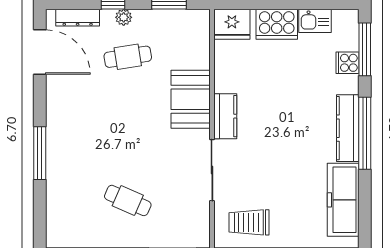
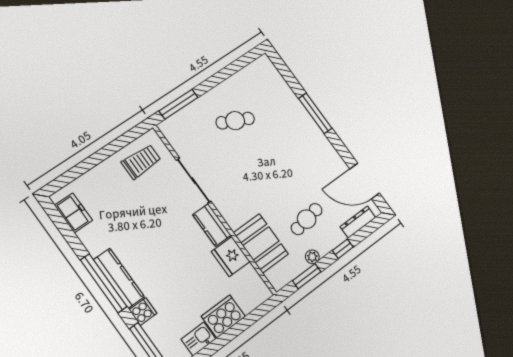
plant: (124, 17) -> (312, 257), moved
fridge: (232, 24) -> (231, 257), moved, turned -90
cooker: (347, 63) -> (143, 312), moved
booth: (191, 99) -> (261, 243), moved
freezer: (343, 200) -> (73, 213), width x0.52, depth x0.79

